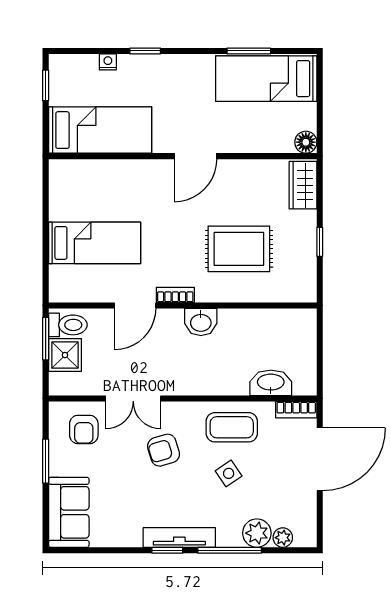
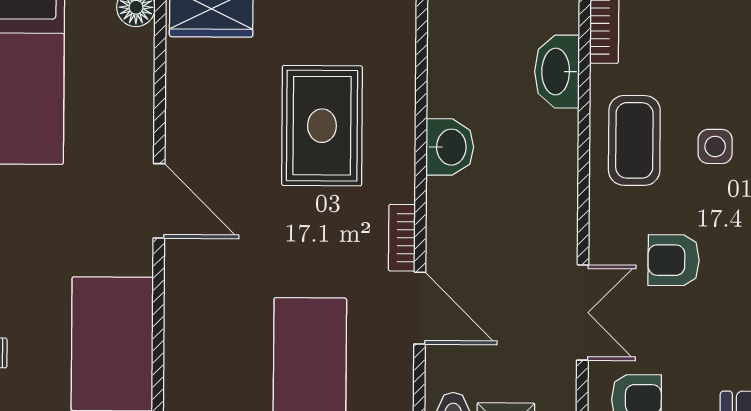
washbasin: (201, 322) -> (450, 147), moved
armchair: (164, 450) -> (674, 260), turned 107
side table: (229, 473) -> (715, 146), turned 34

